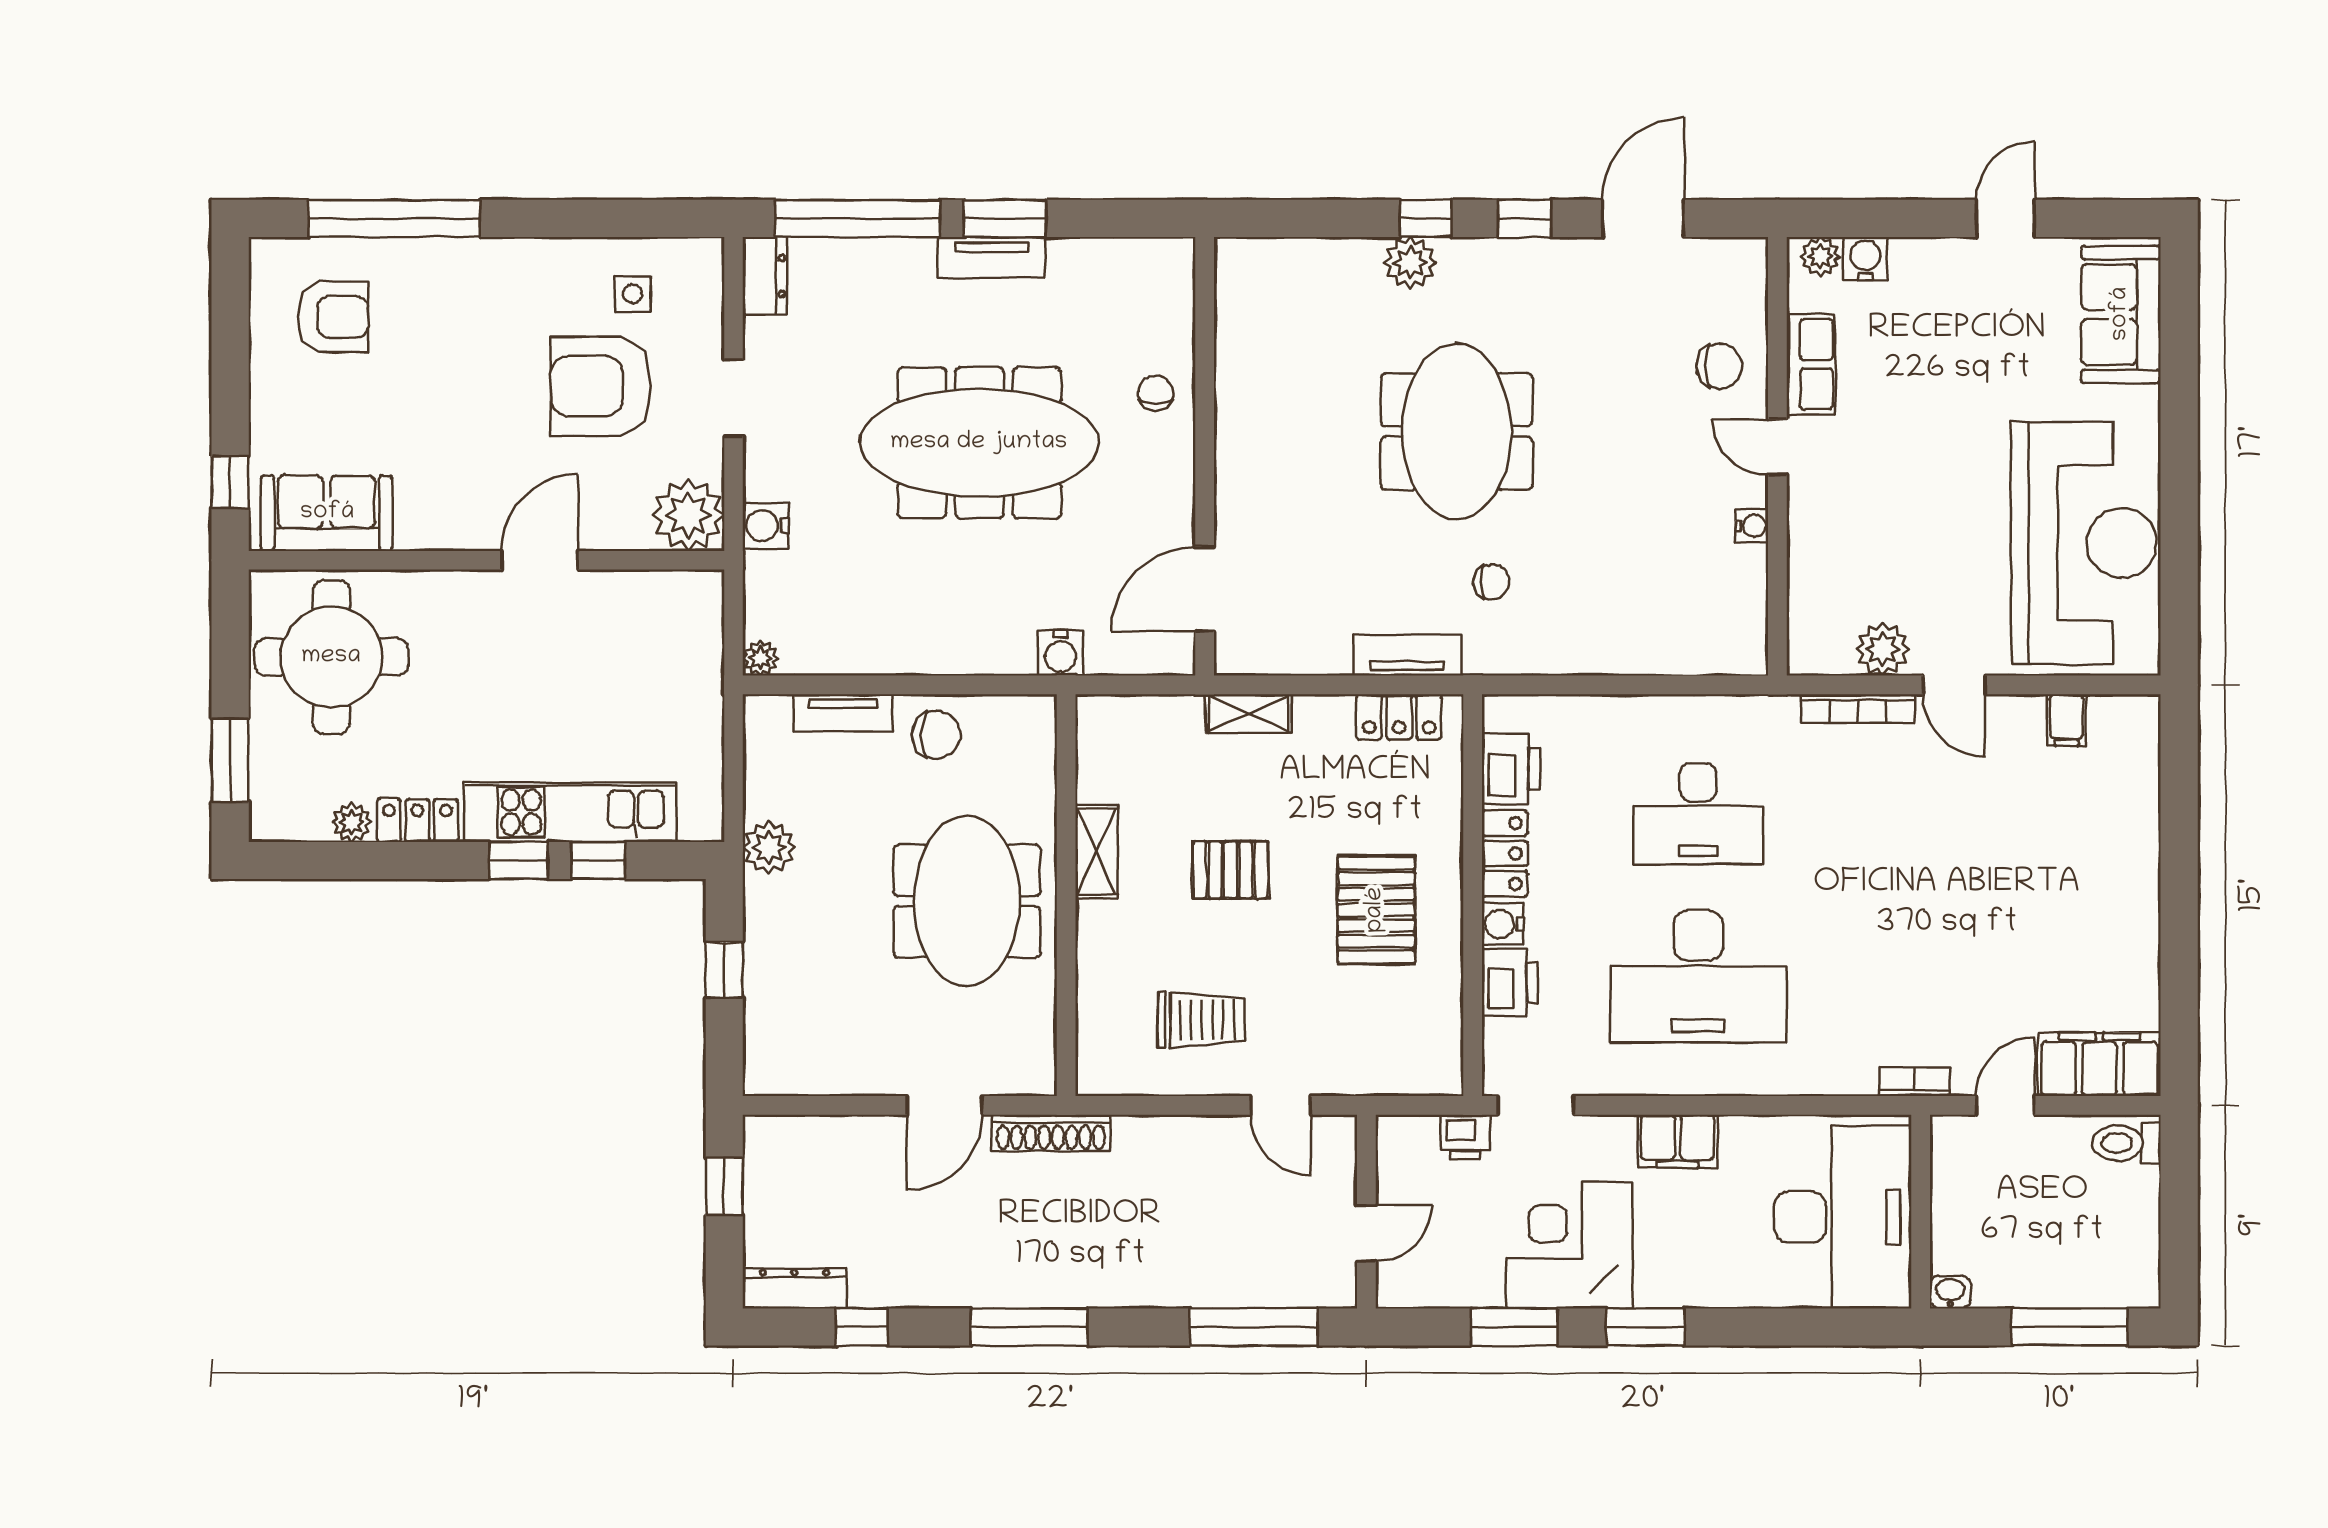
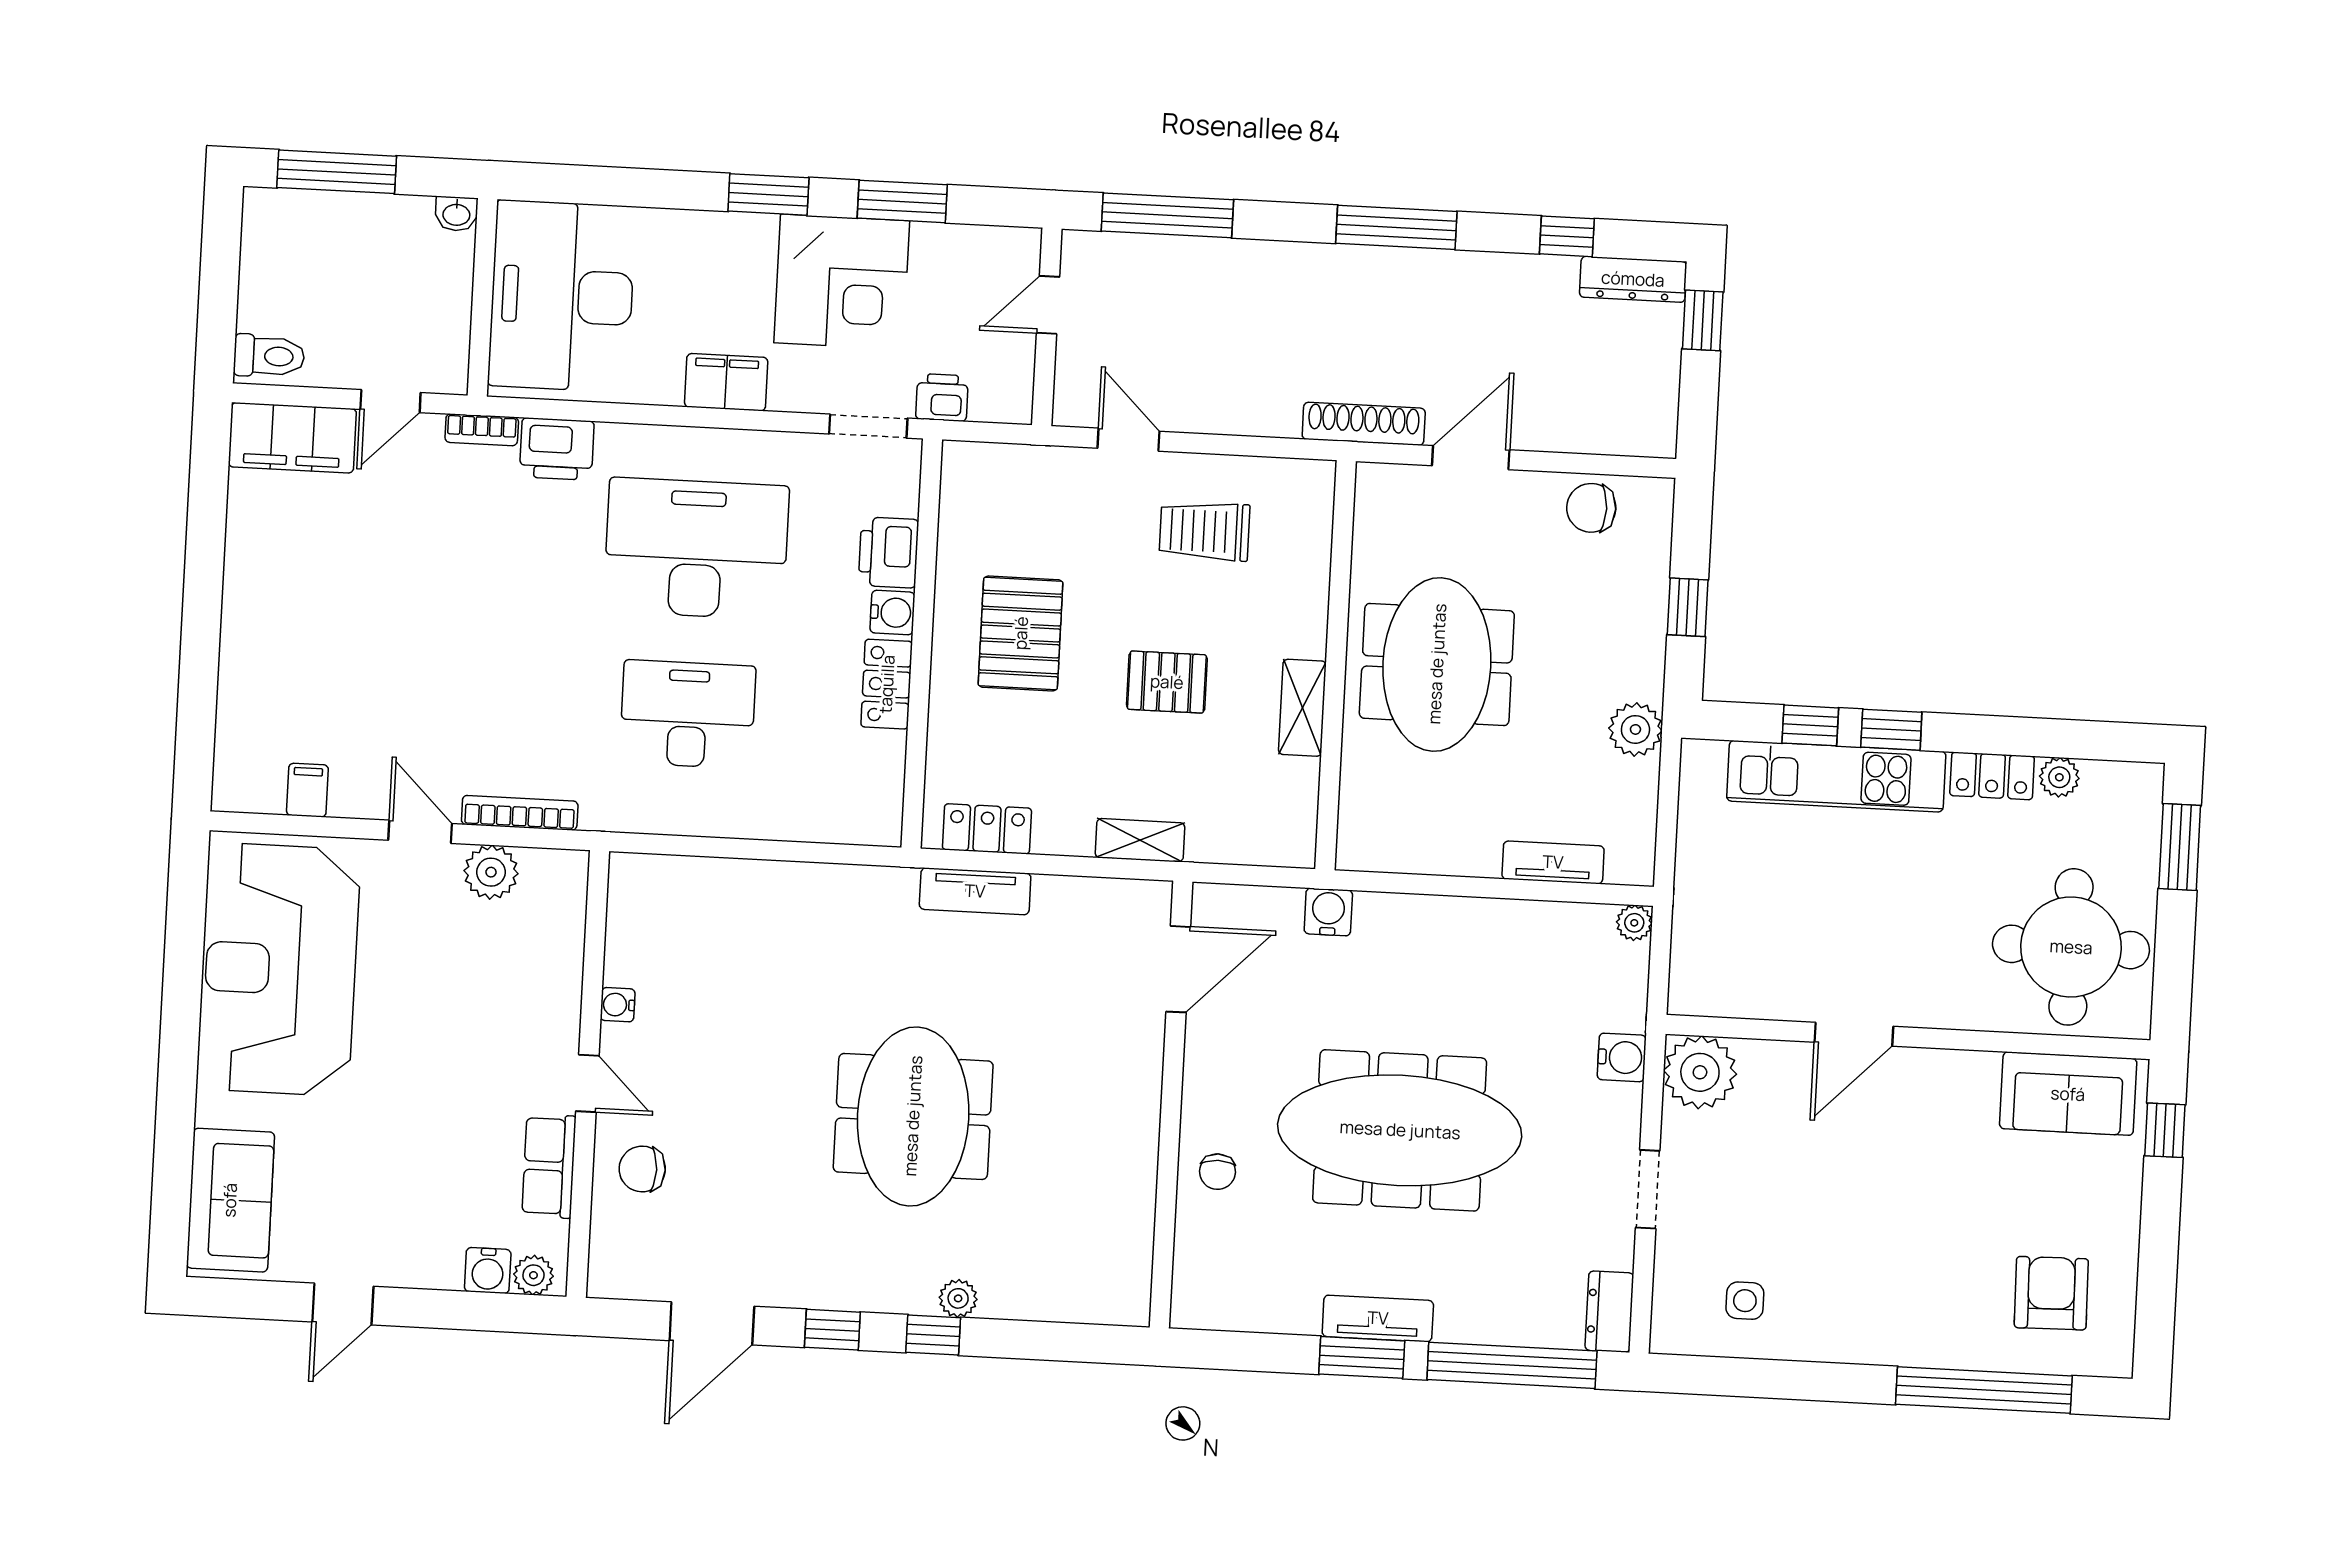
plant: (1410, 263) -> (958, 1298), width x0.73, depth x0.73
armchair: (333, 317) -> (2051, 1293), turned 89
armchair: (601, 386) -> (1782, 1208), removed
chair: (1491, 582) -> (886, 961), removed
chair: (936, 735) -> (1591, 508), moved
printer: (1511, 769) -> (557, 449), moved, turned -90
window: (724, 1186) -> (1703, 320), moved

